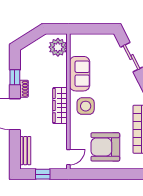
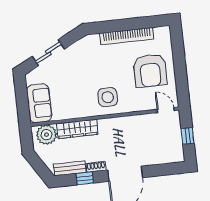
sofa: (80, 74) -> (39, 103), moved, turned 90
wardrobe: (60, 106) -> (77, 129), moved
bench: (25, 151) -> (70, 168), moved

